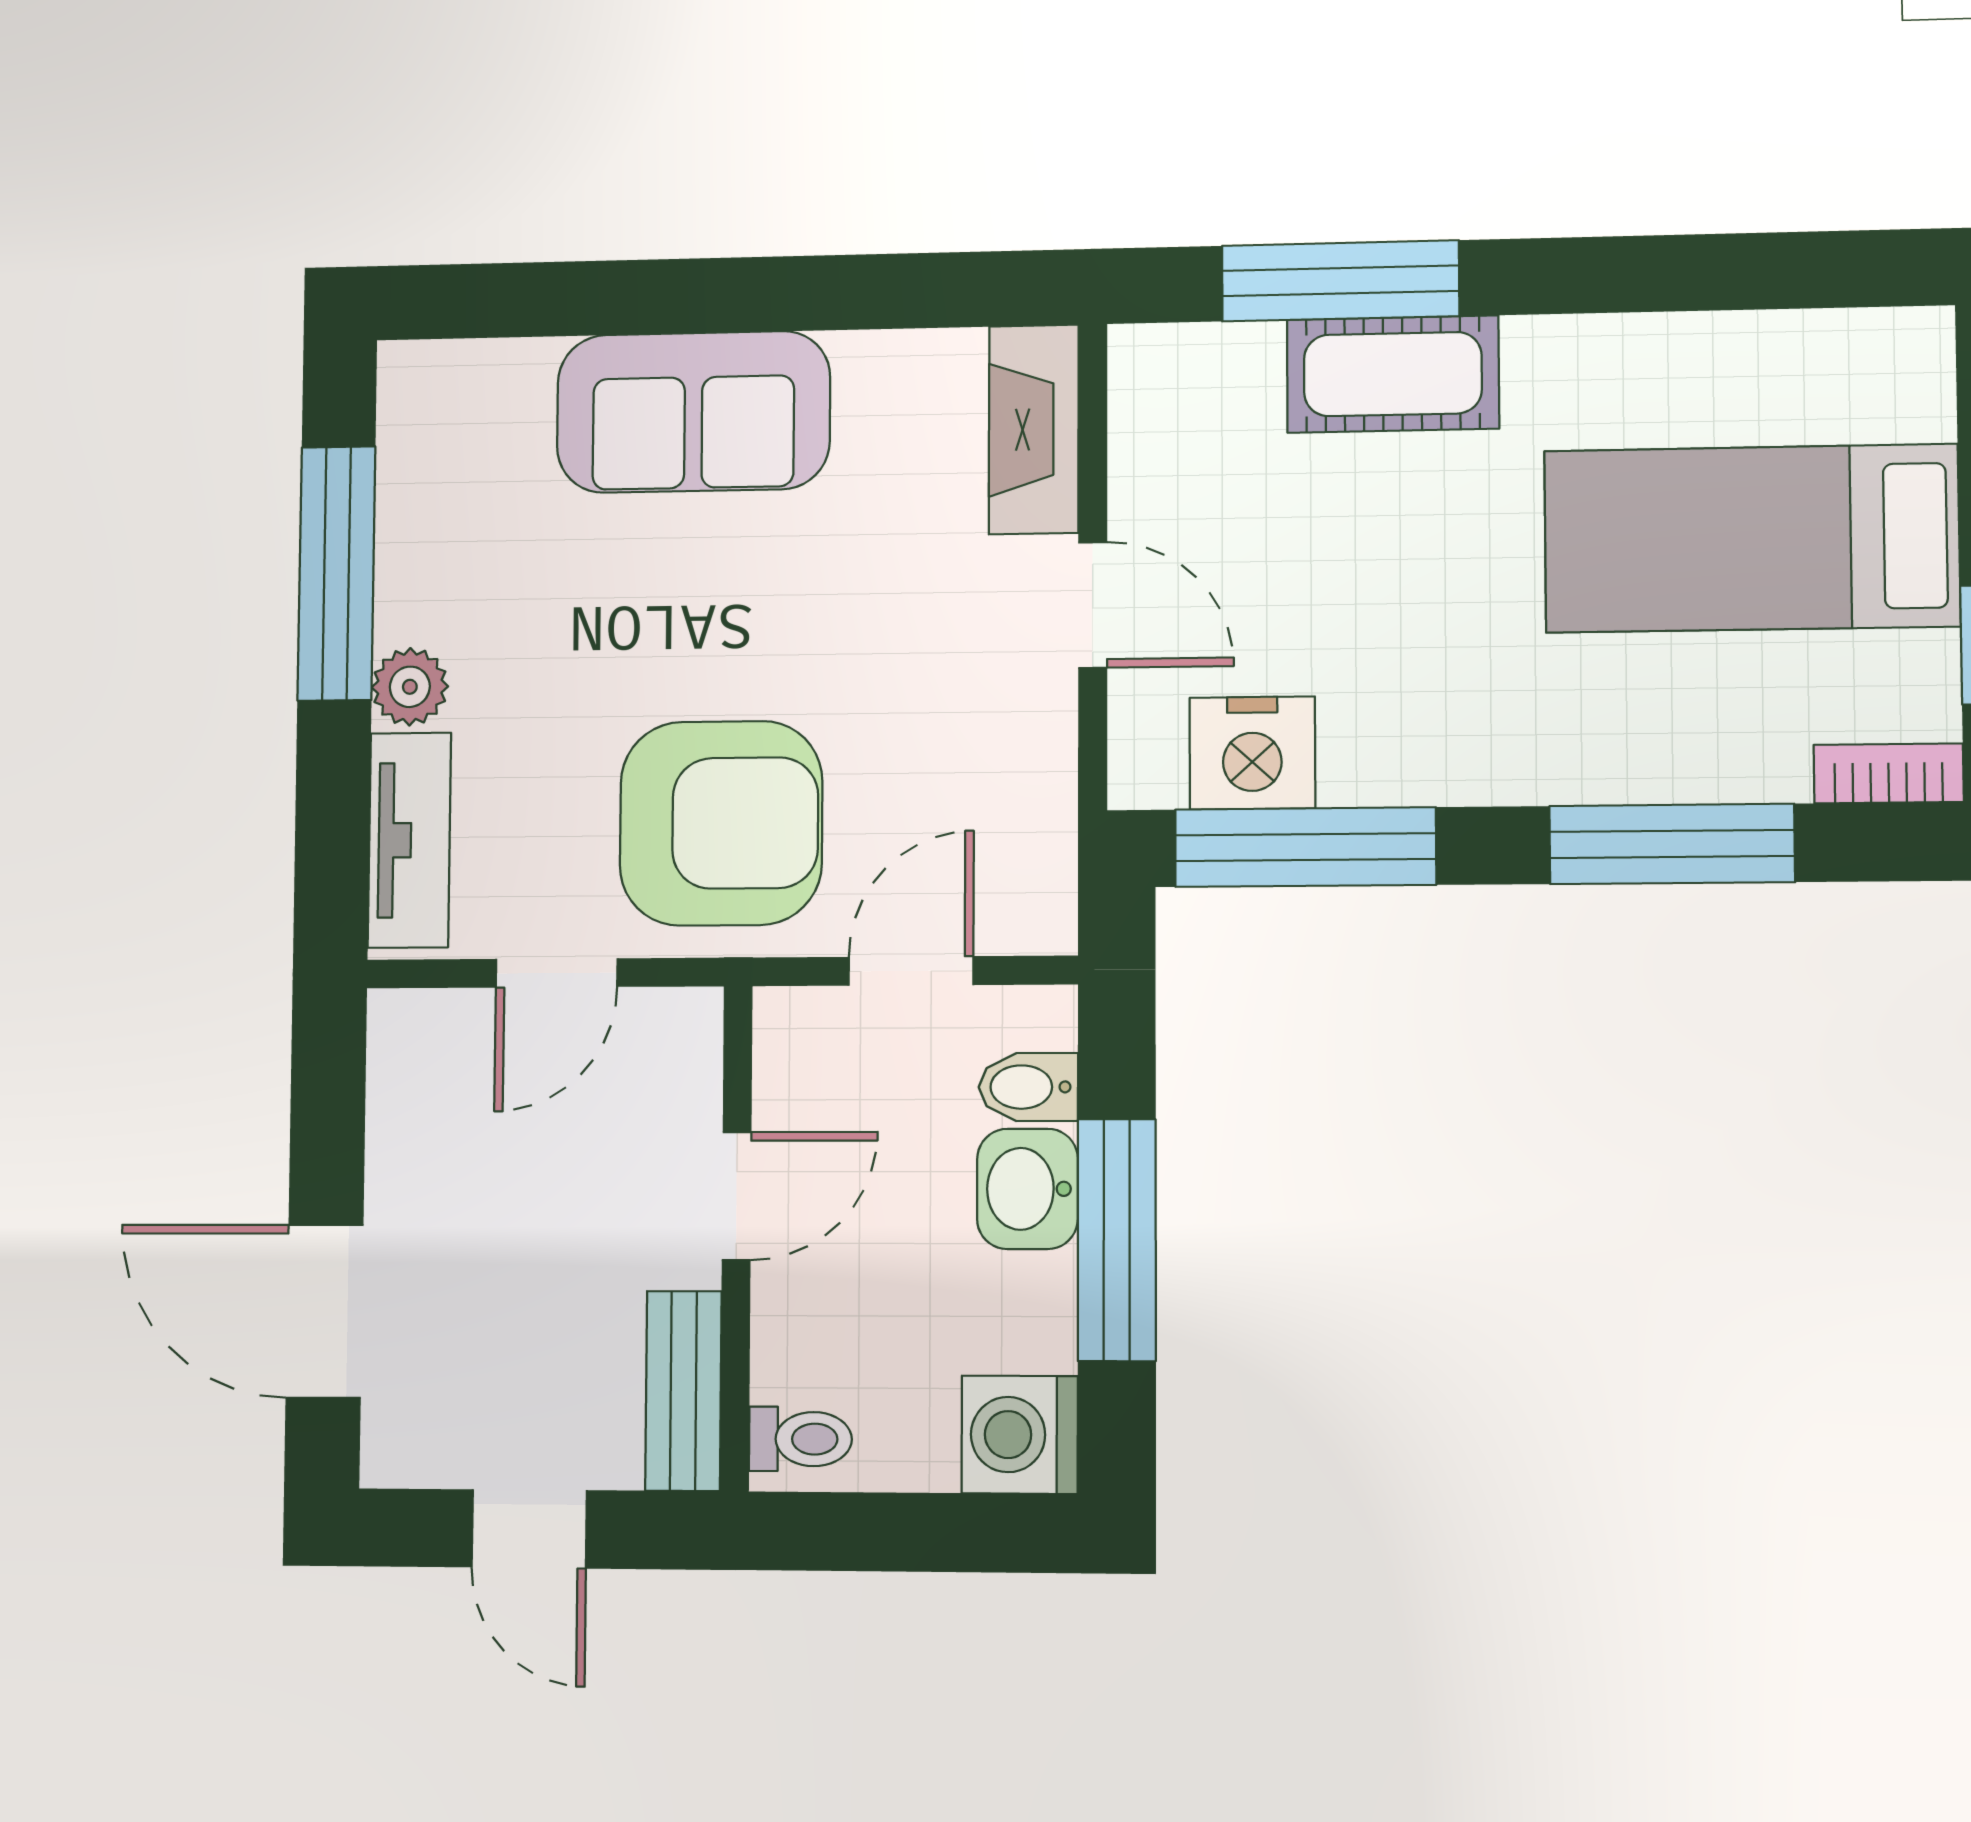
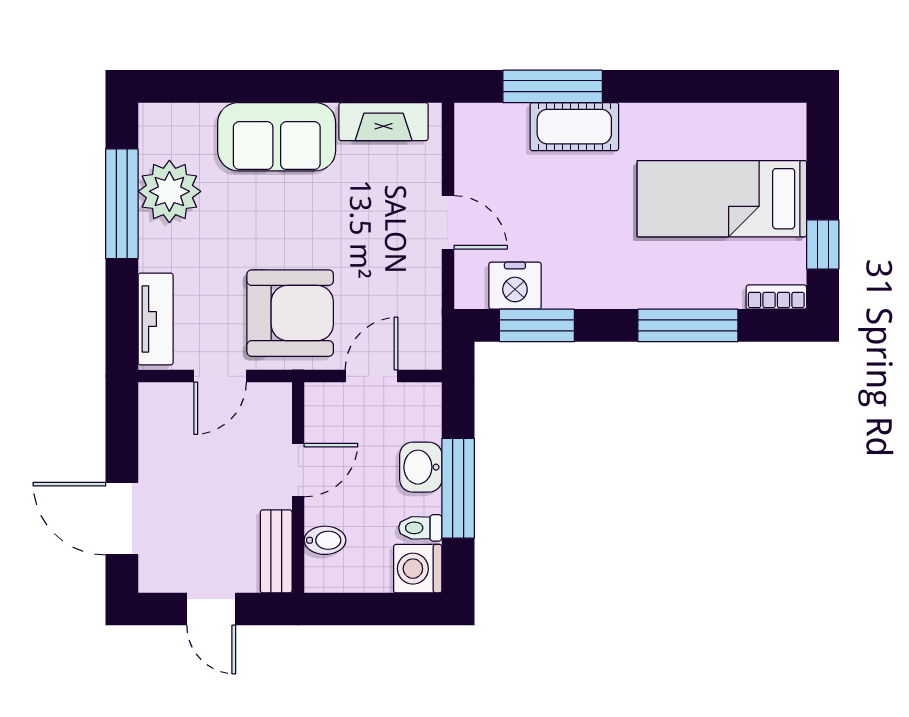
fireplace: (1034, 429) -> (384, 122), moved, turned -90
plant: (410, 687) -> (169, 191), moved, width x1.88, depth x1.88
window: (1305, 847) -> (537, 325), width x0.69
bidet: (1028, 1087) -> (325, 540), moved, turned 180
toilet: (800, 1439) -> (420, 528), moved, turned 180

